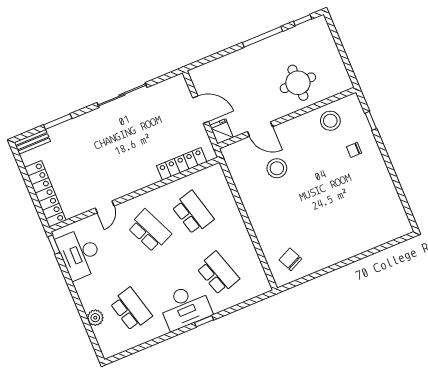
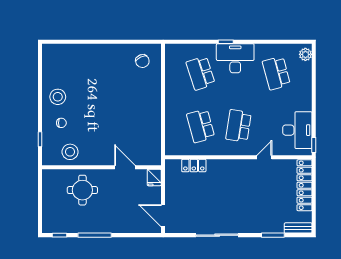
door: (201, 110) -> (163, 216), moved
locker: (182, 164) -> (194, 166), width x0.66
stool: (277, 168) -> (58, 97), moved
school desk: (149, 231) -> (238, 126), turned 33
plant: (95, 318) -> (305, 54), moved

